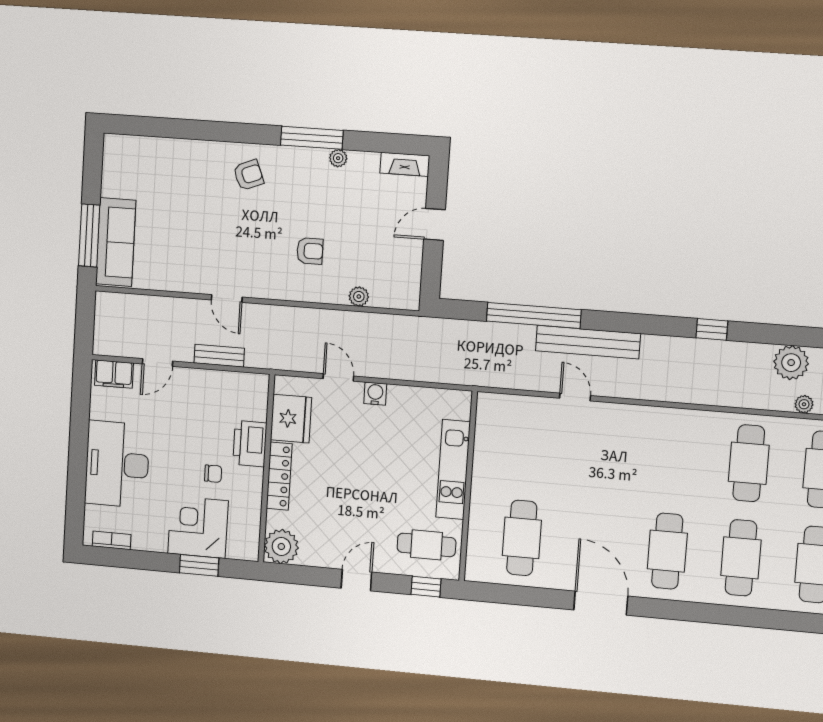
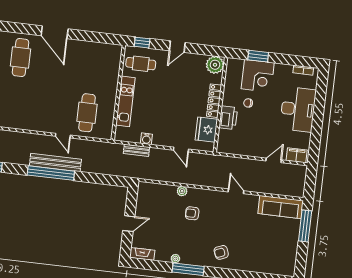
sofa: (116, 242) -> (281, 207), moved, turned -90
plant: (359, 296) -> (182, 191), moved
window: (534, 315) -> (51, 173), moved
bench: (219, 356) -> (136, 150), moved
water cooler: (375, 394) -> (146, 139), moved
cafe table: (522, 538) -> (87, 113), moved

